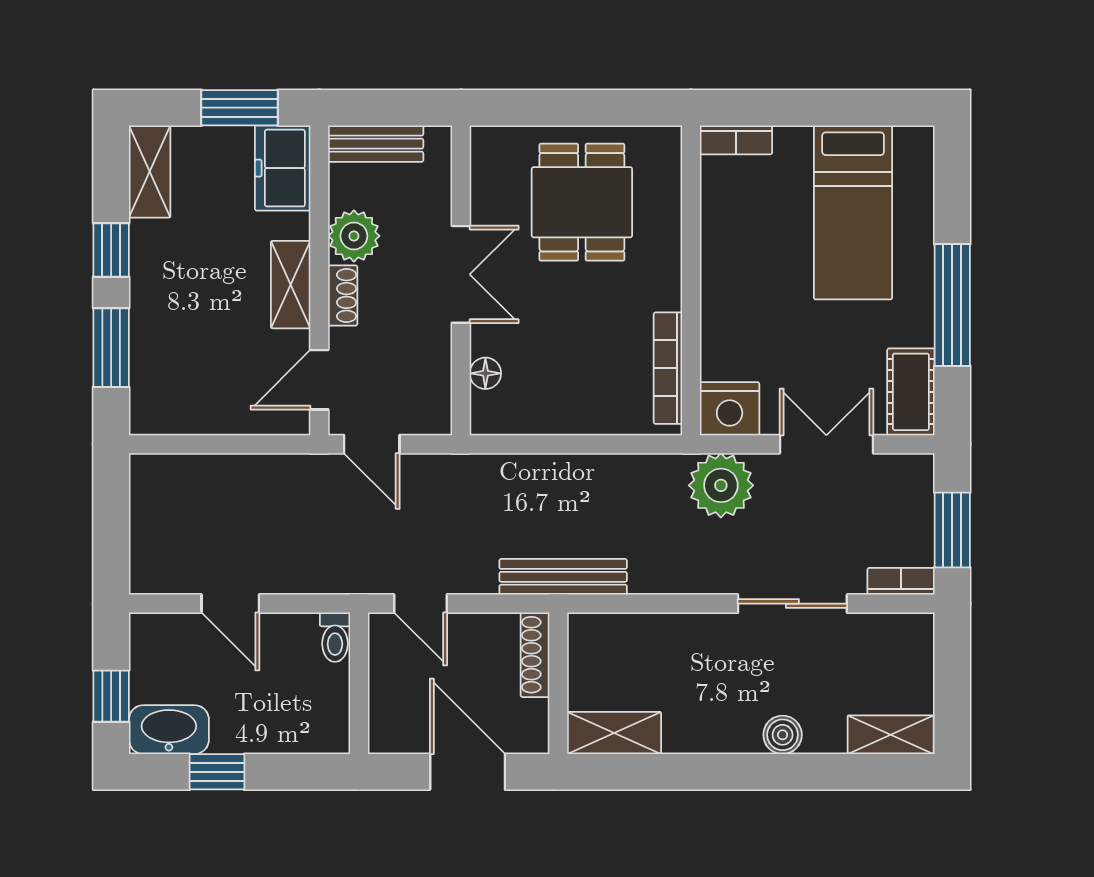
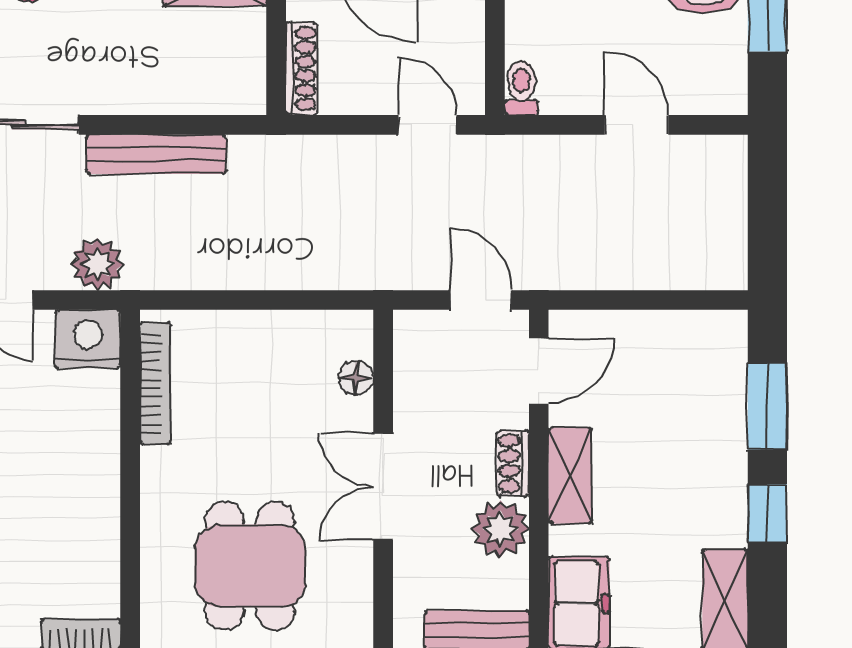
plant: (721, 485) -> (97, 264), width x0.73, depth x0.73
bench: (563, 577) -> (156, 154), moved

